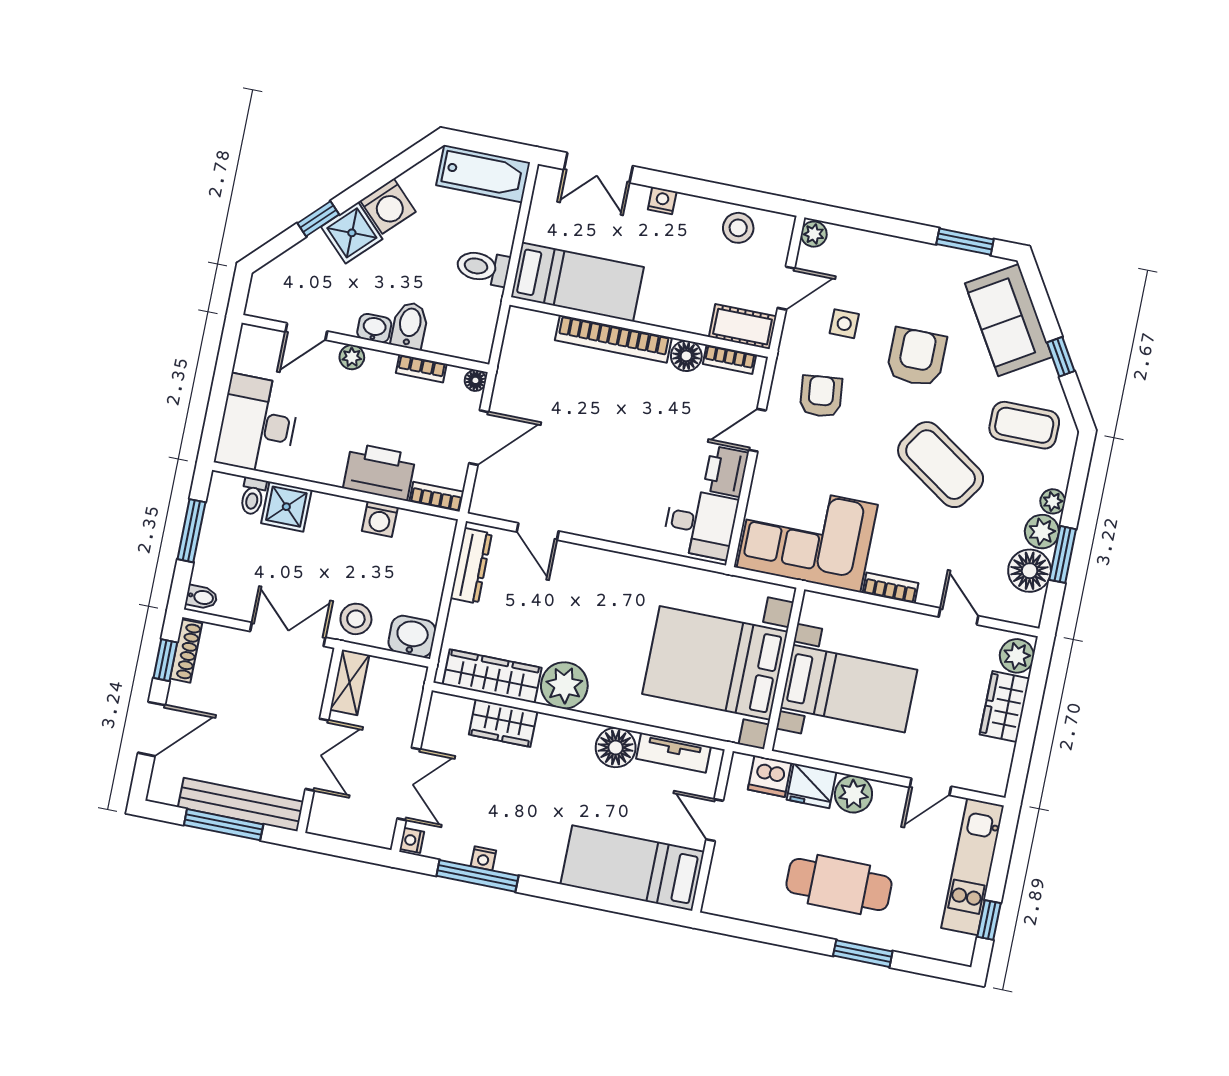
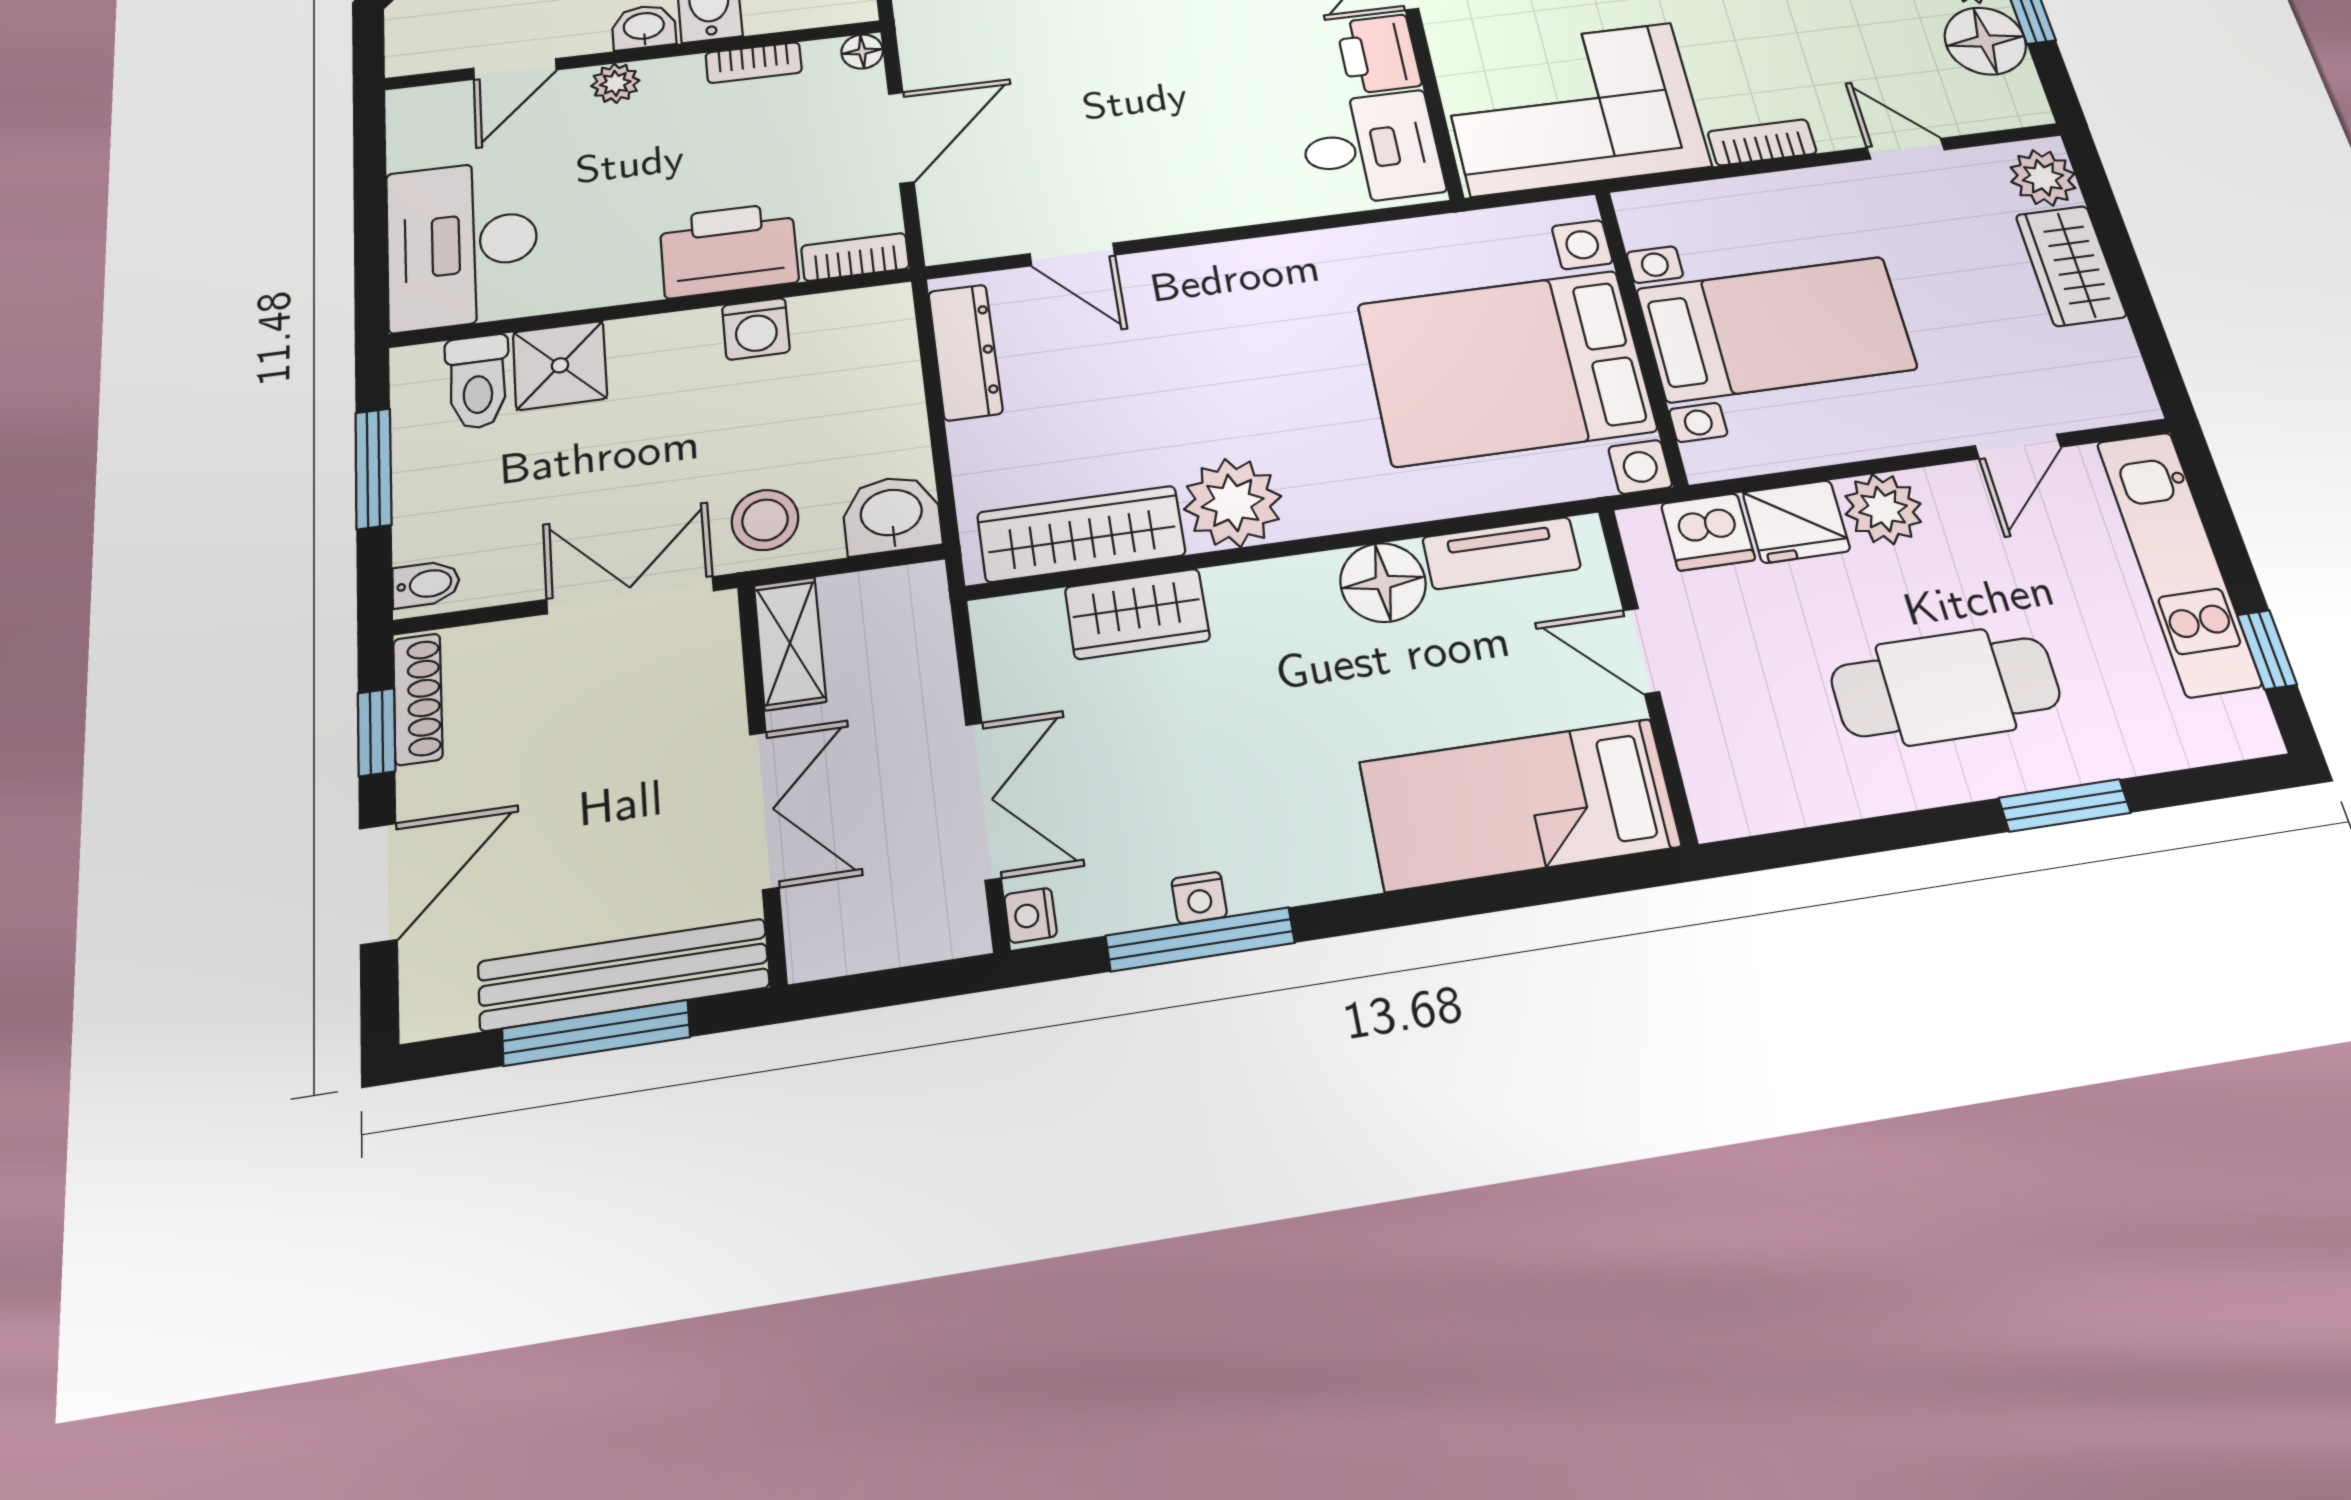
toilet: (253, 496) -> (478, 382), width x1.37, depth x1.39

